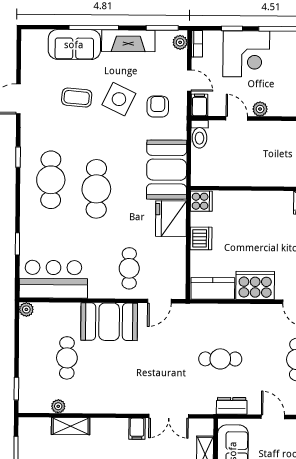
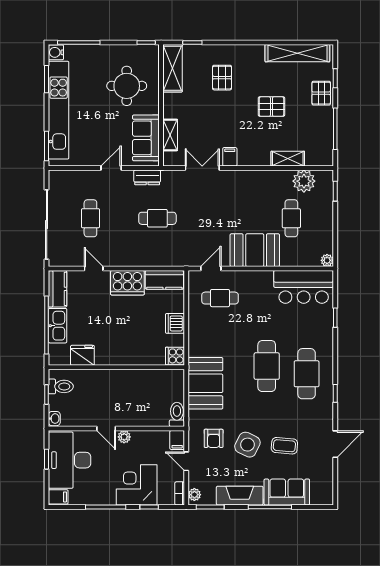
door: (237, 118) -> (106, 429), moved
fridge: (171, 219) -> (201, 341), removed
cafe table: (129, 268) -> (220, 298), moved, turned 90
plant: (58, 406) -> (304, 181), width x1.88, depth x1.88
door: (273, 417) -> (111, 168), swing flipped

